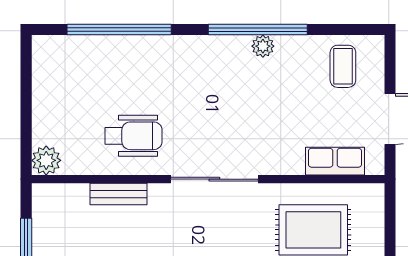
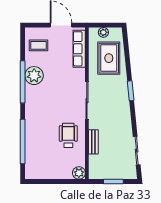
plant: (263, 46) -> (34, 76), width x1.88, depth x1.88
row of seats: (335, 161) -> (79, 49), width x1.48
plant: (373, 217) -> (103, 32), added

